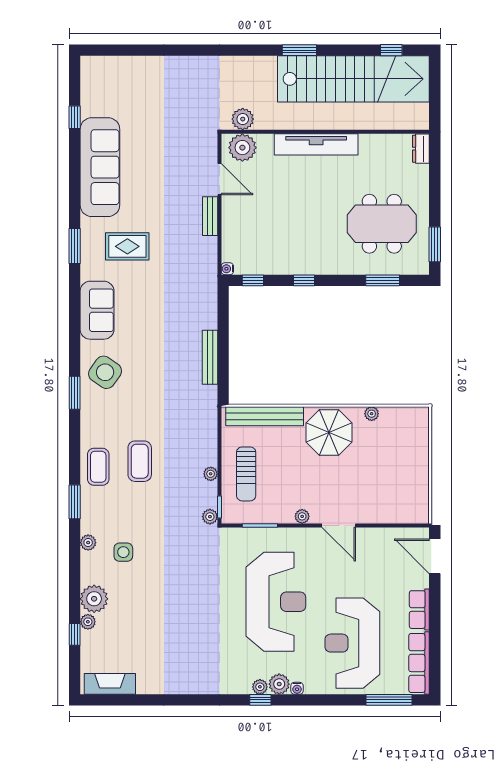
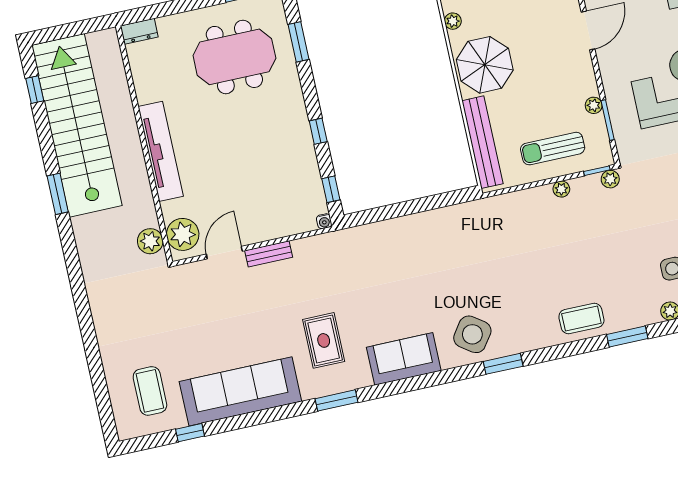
meeting table: (382, 224) -> (234, 57), turned 90
bench: (210, 357) -> (429, 219), removed
coffee table: (140, 461) -> (150, 391), moved, turned 90
sun lounger: (246, 474) -> (553, 149), turned 180
plant: (302, 516) -> (594, 105), moved

